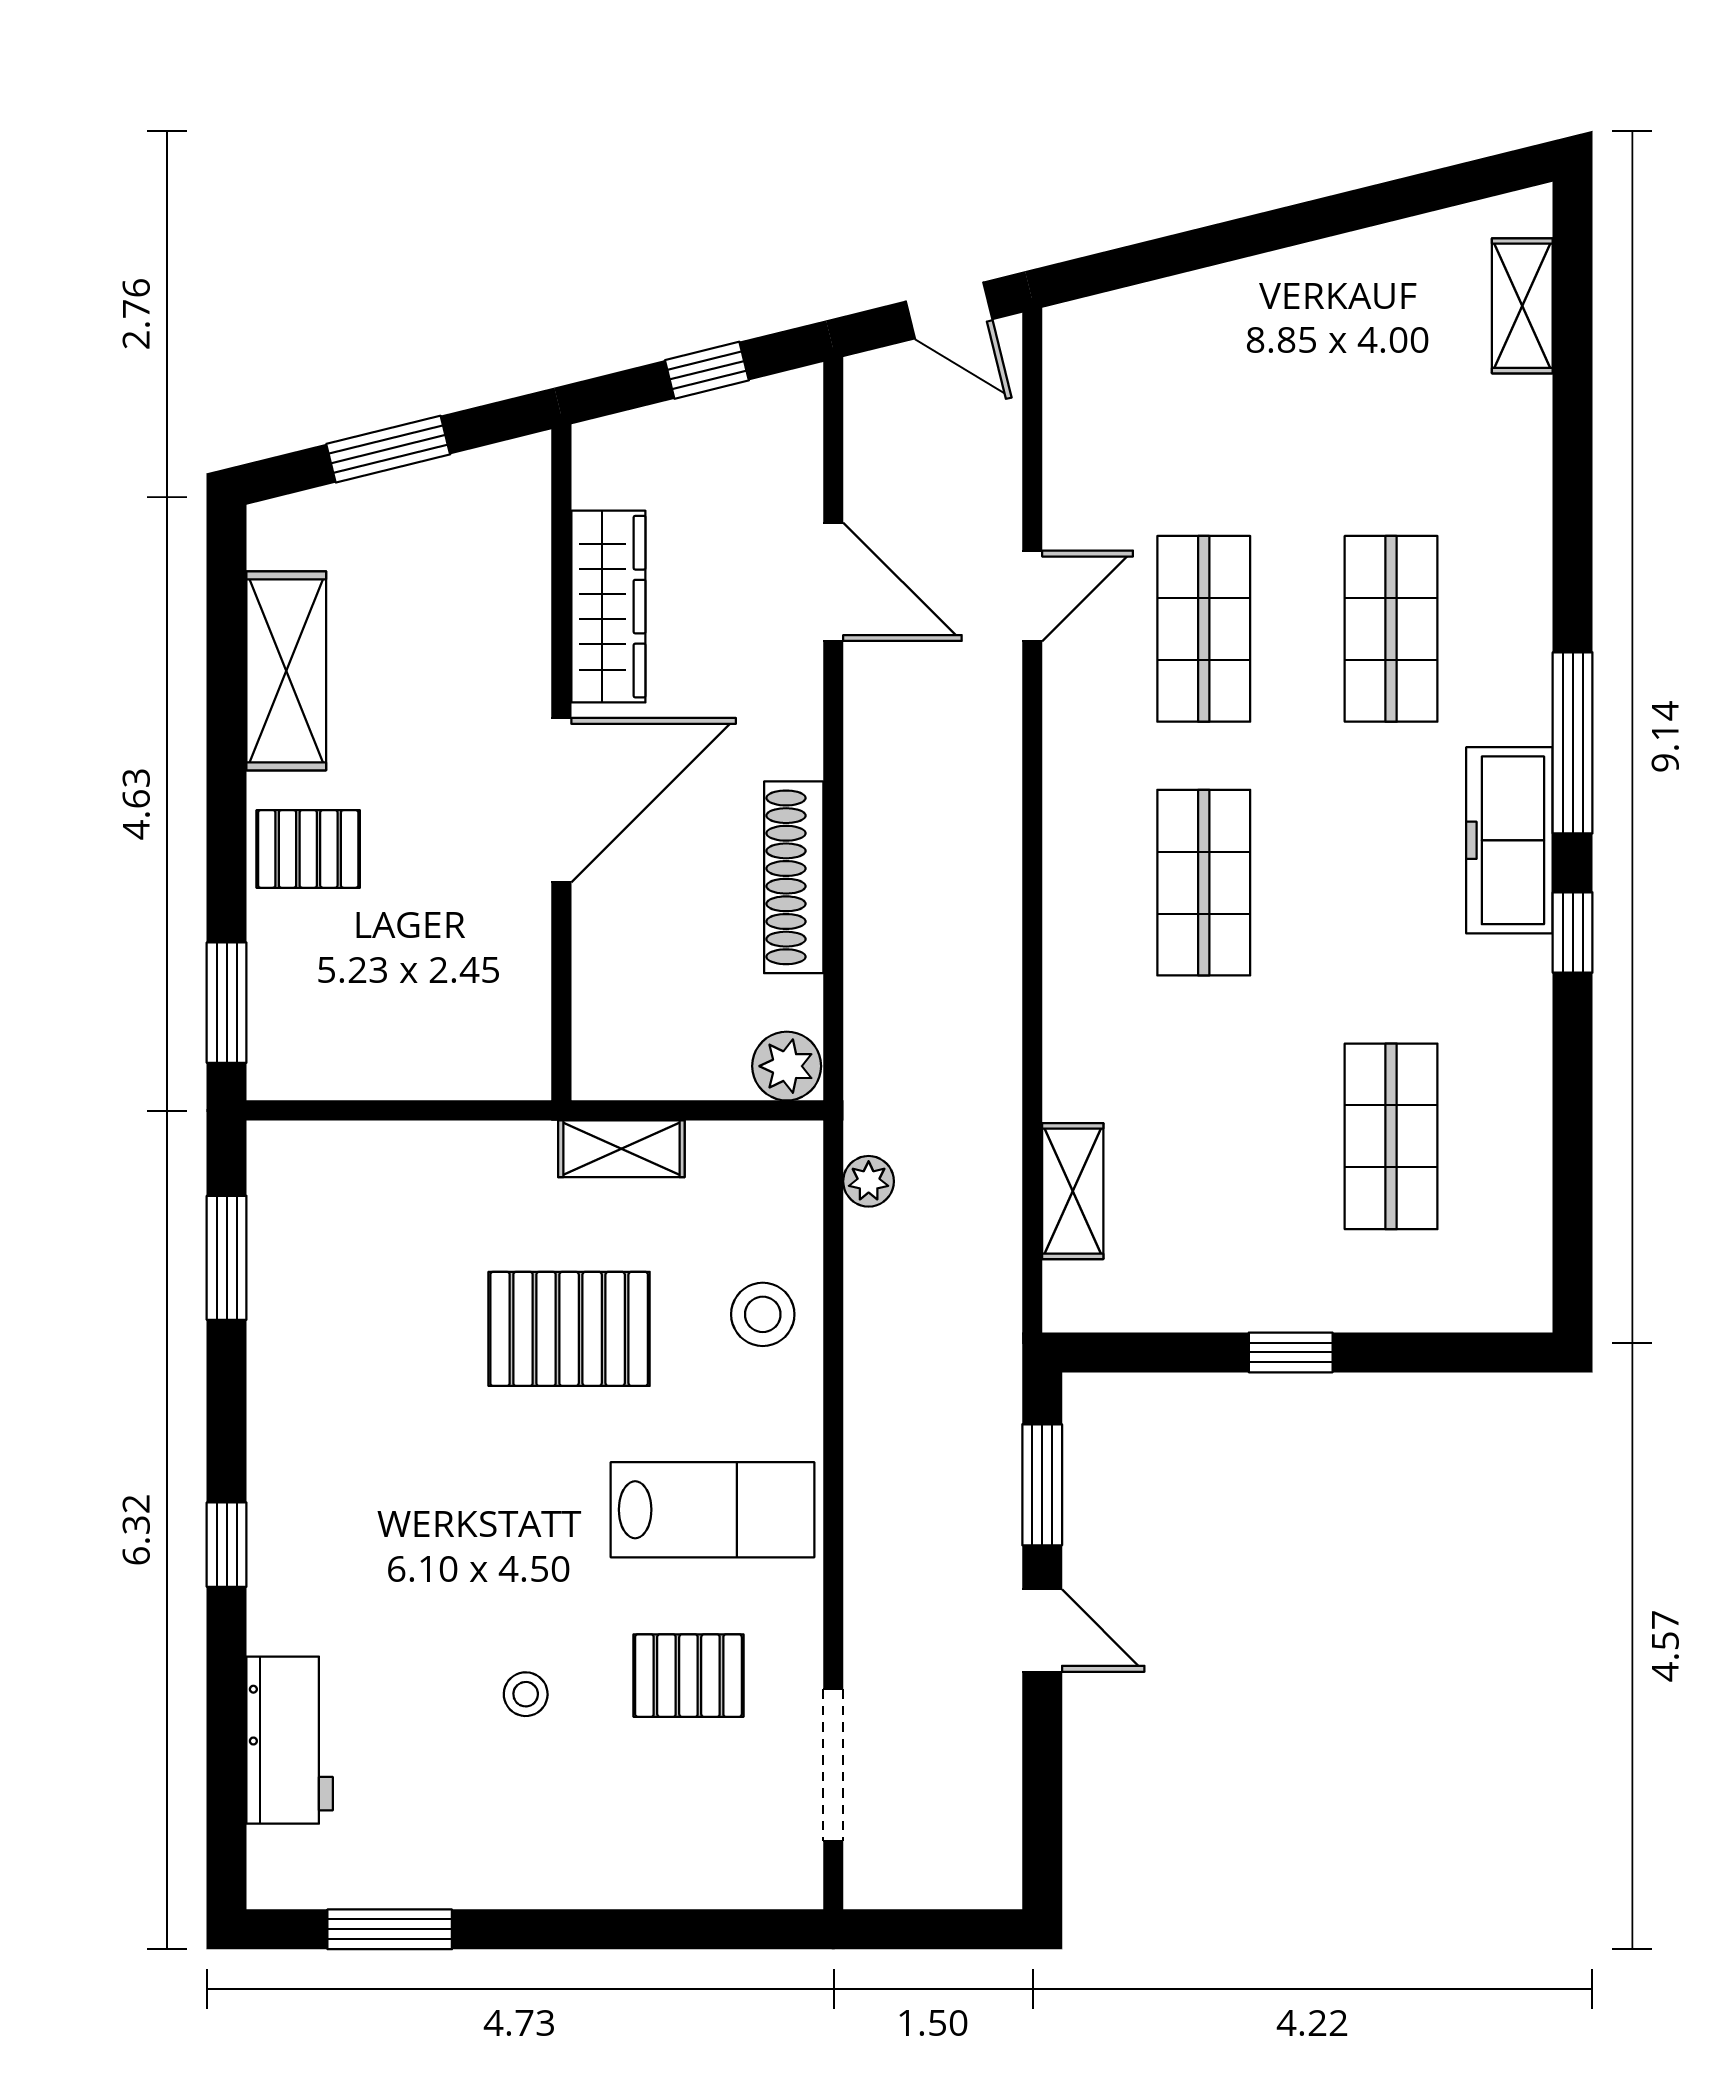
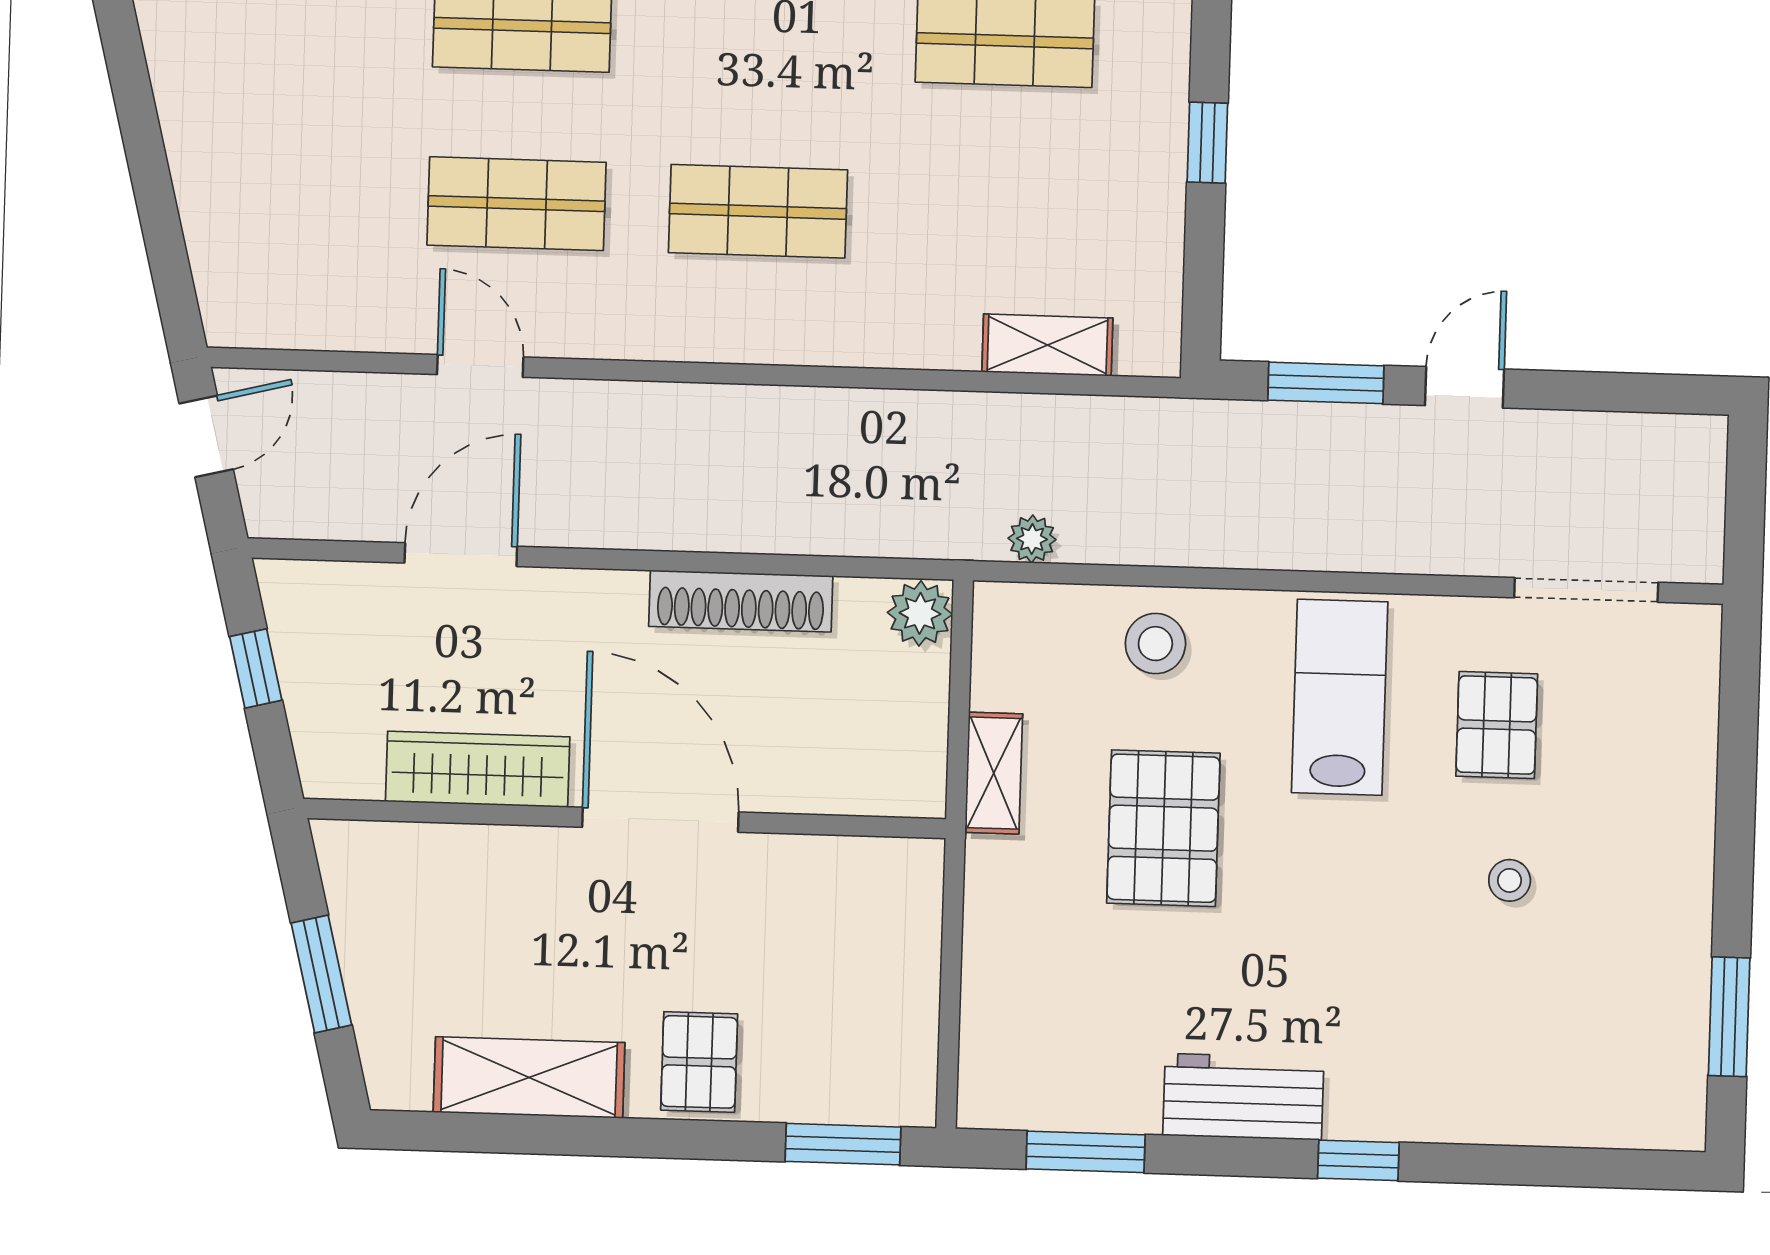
workbench: (290, 1740) -> (1243, 1097), moved

